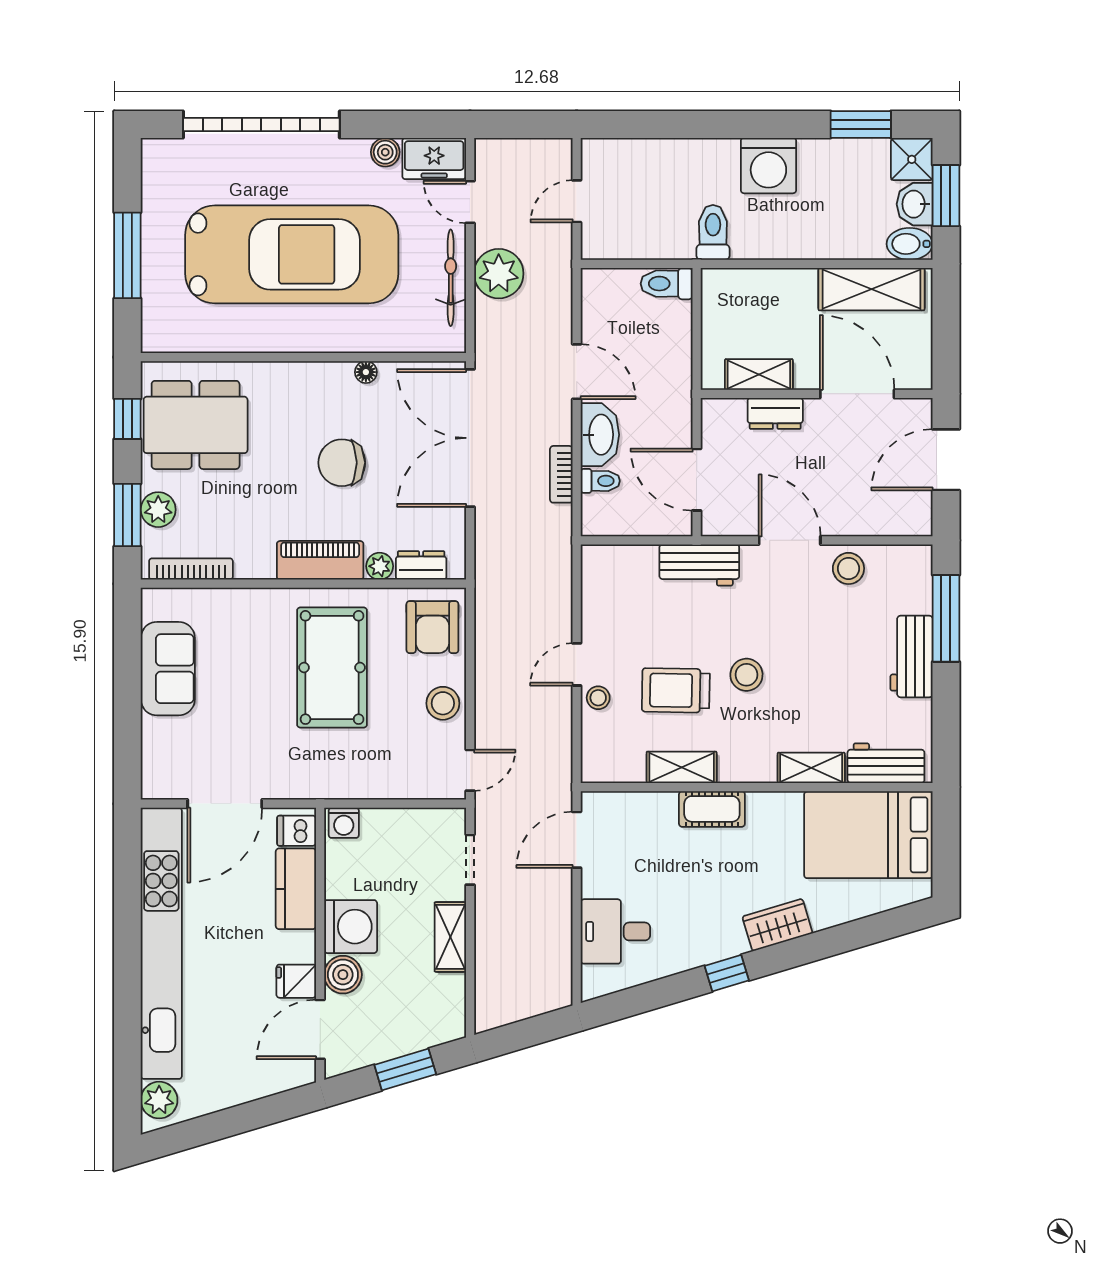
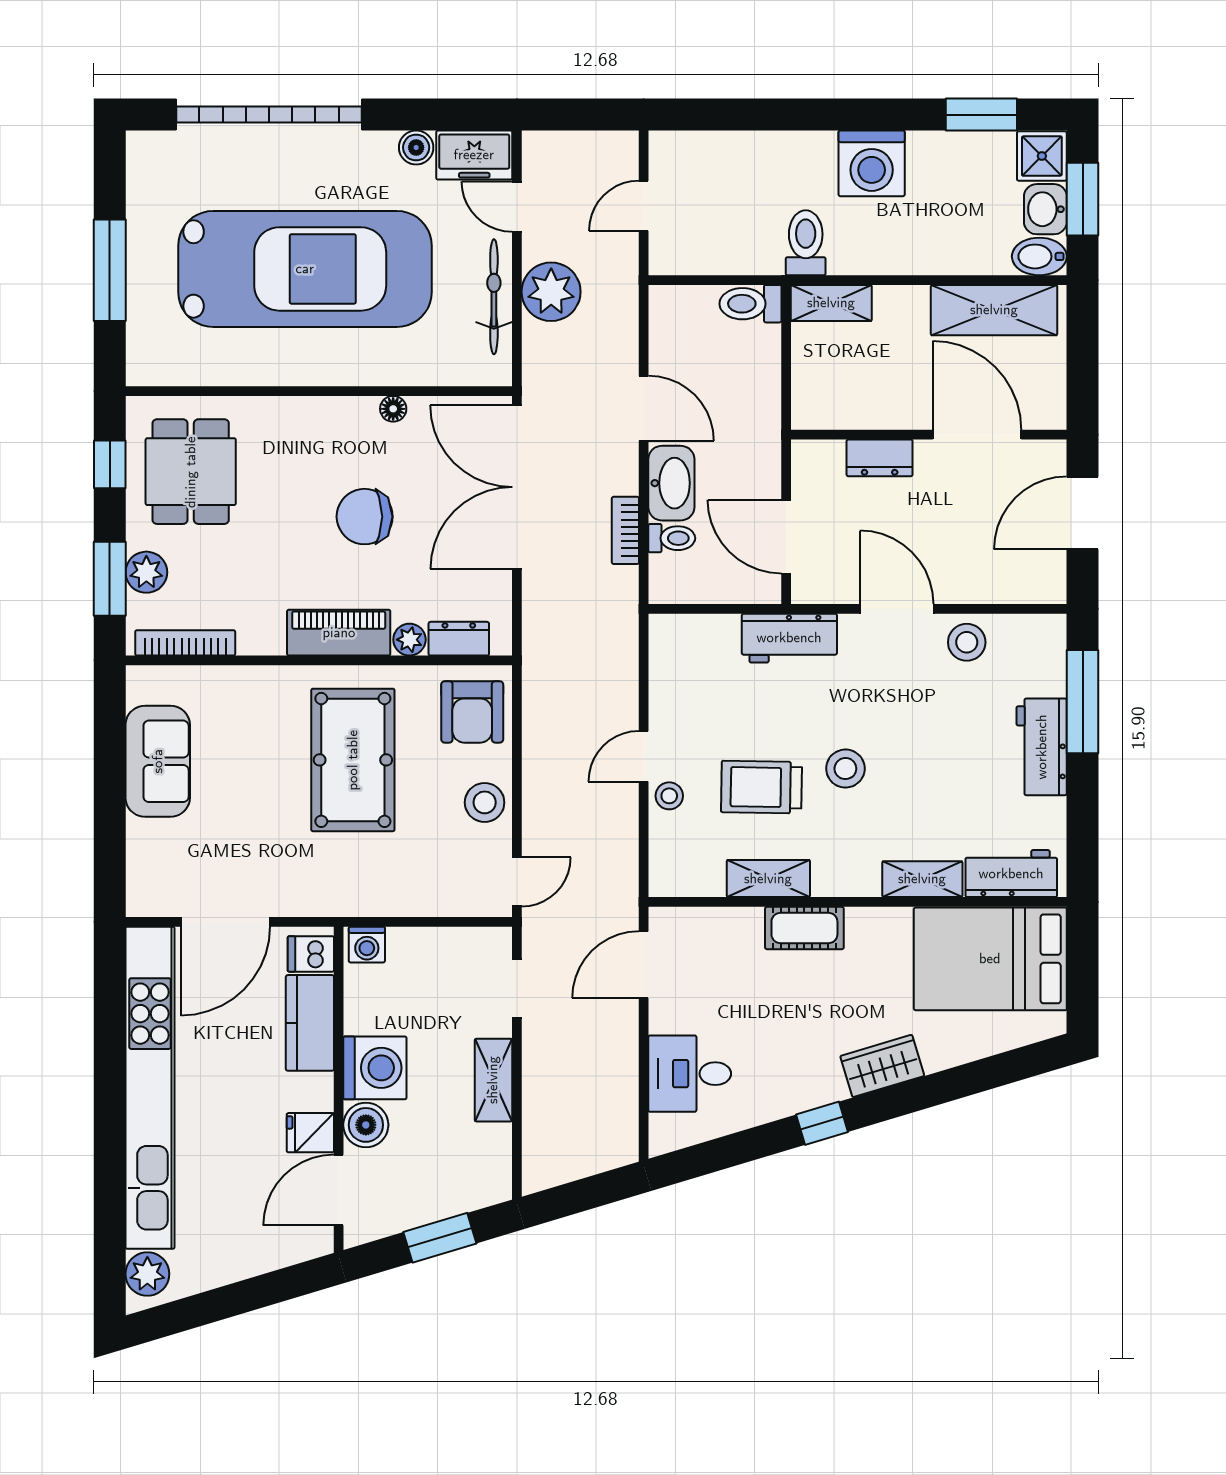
shelving: (759, 374) -> (831, 303), moved
dining table: (196, 425) -> (191, 472), width x0.73

